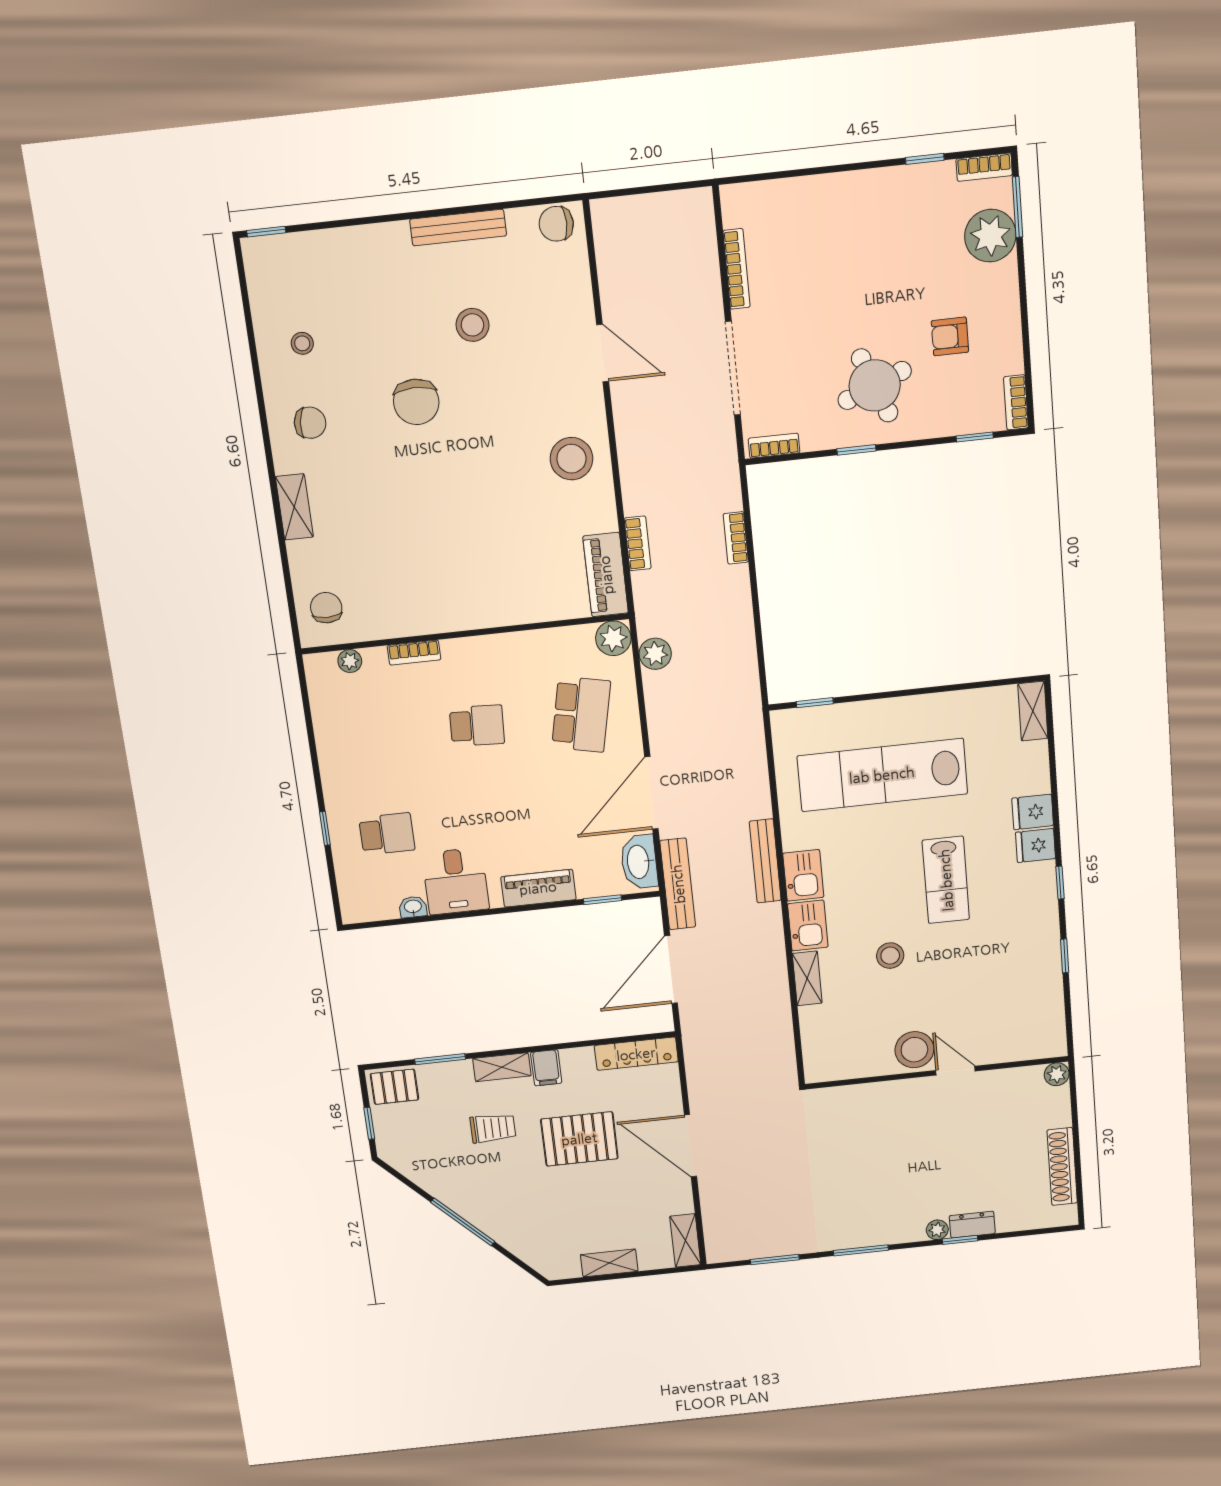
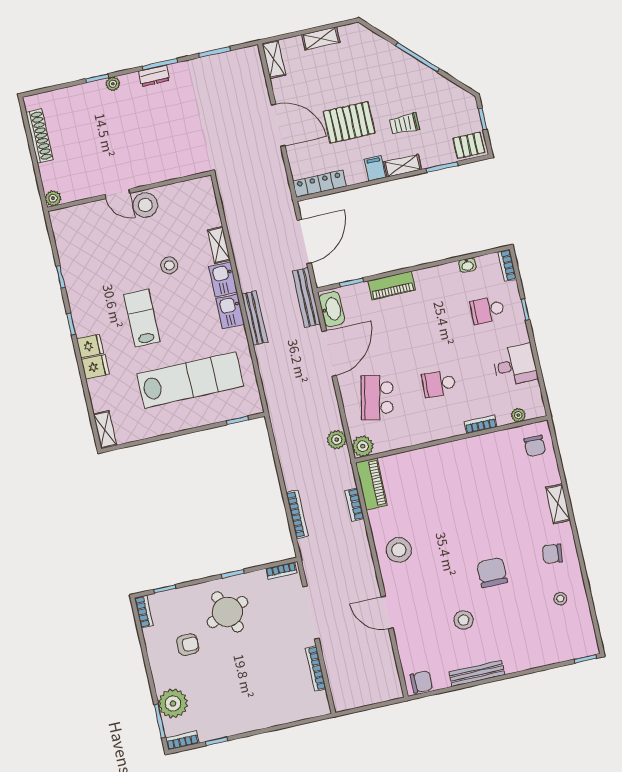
bookcase: (736, 538) -> (297, 514), width x1.56
desk: (456, 881) -> (515, 365), moved, turned 90
bookcase: (349, 900) -> (507, 265), added
dresser: (972, 1225) -> (154, 76), moved

